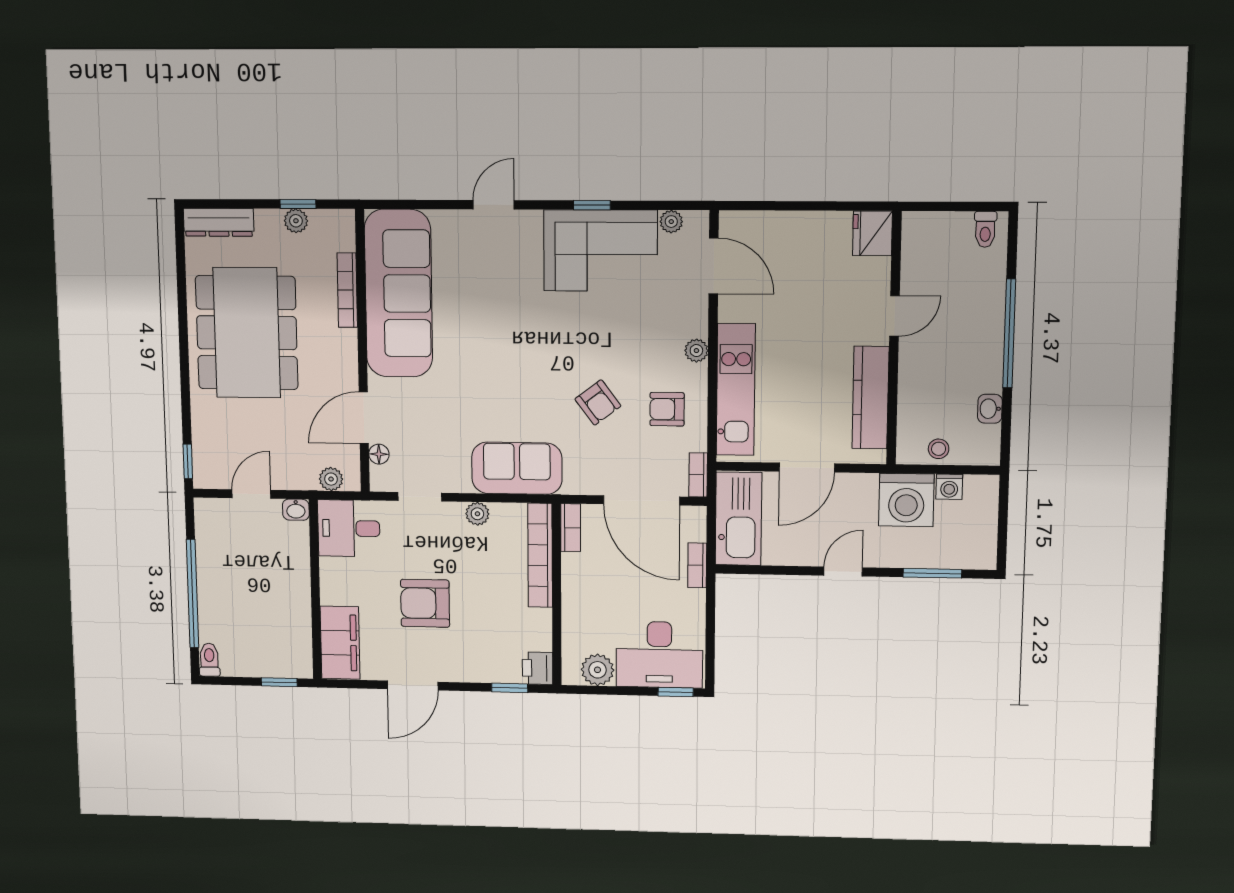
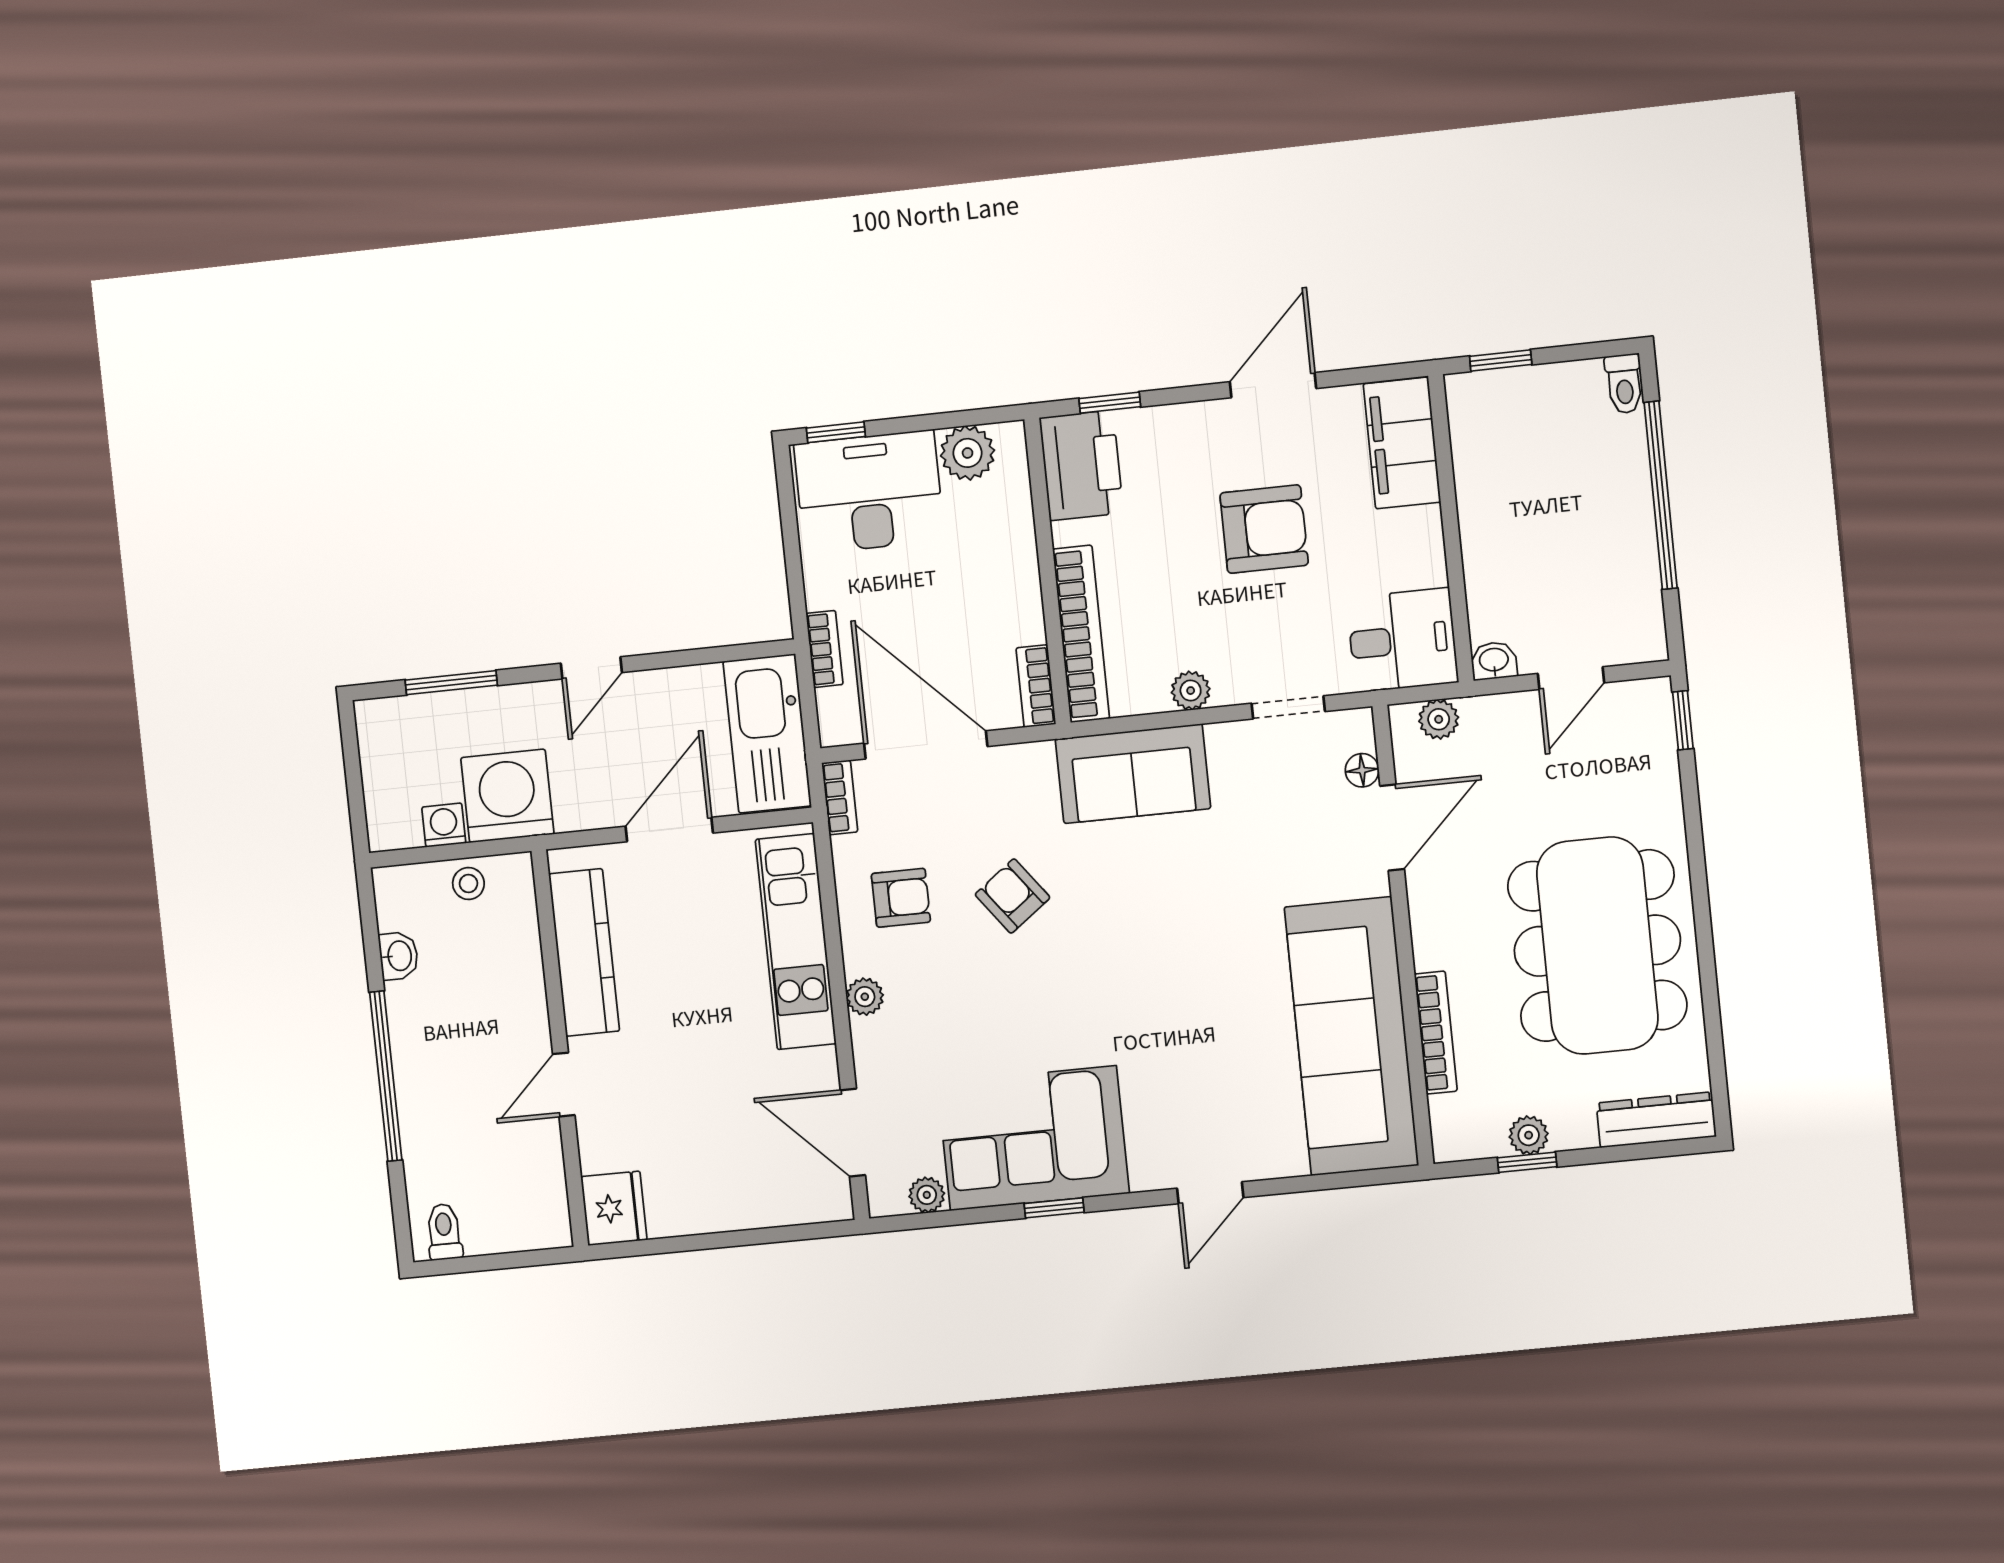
printer: (538, 668) -> (1081, 465), width x1.87, depth x1.48

